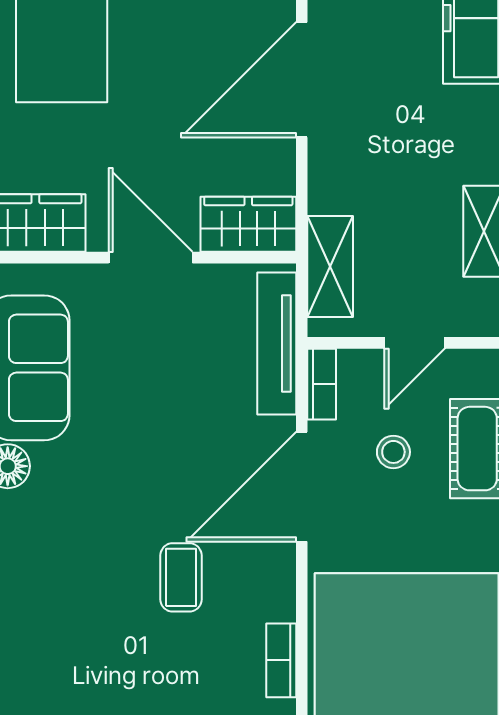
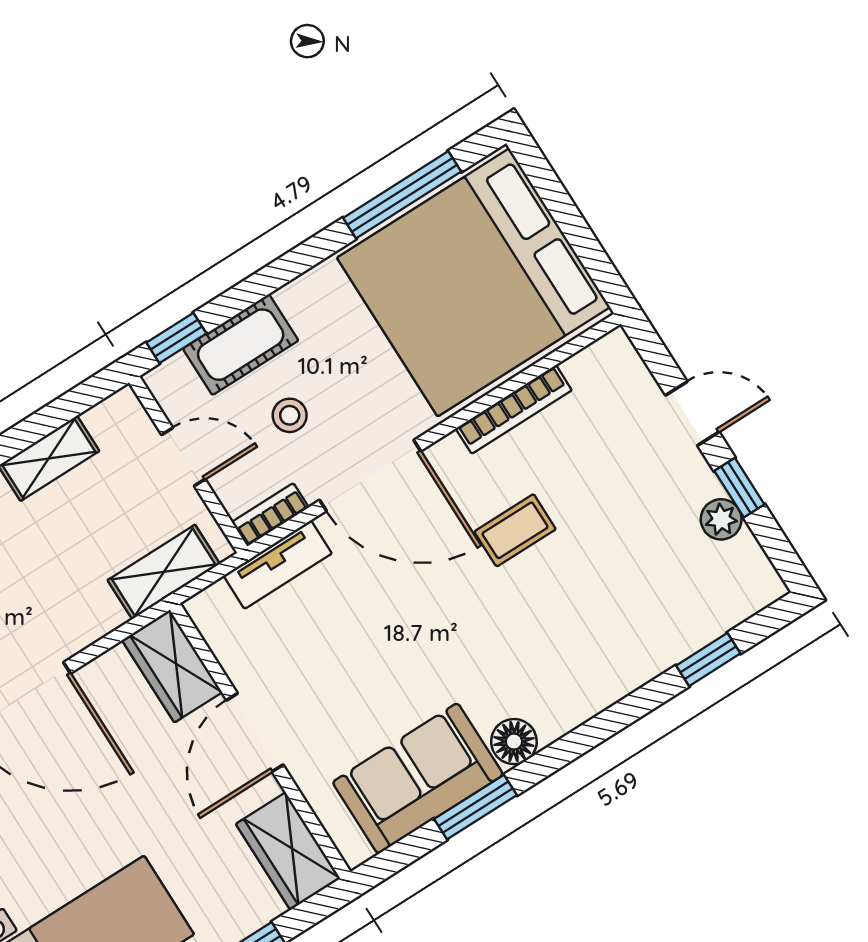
tv unit: (277, 343) -> (278, 565), width x0.71
bookcase: (281, 660) -> (514, 409), width x1.56

